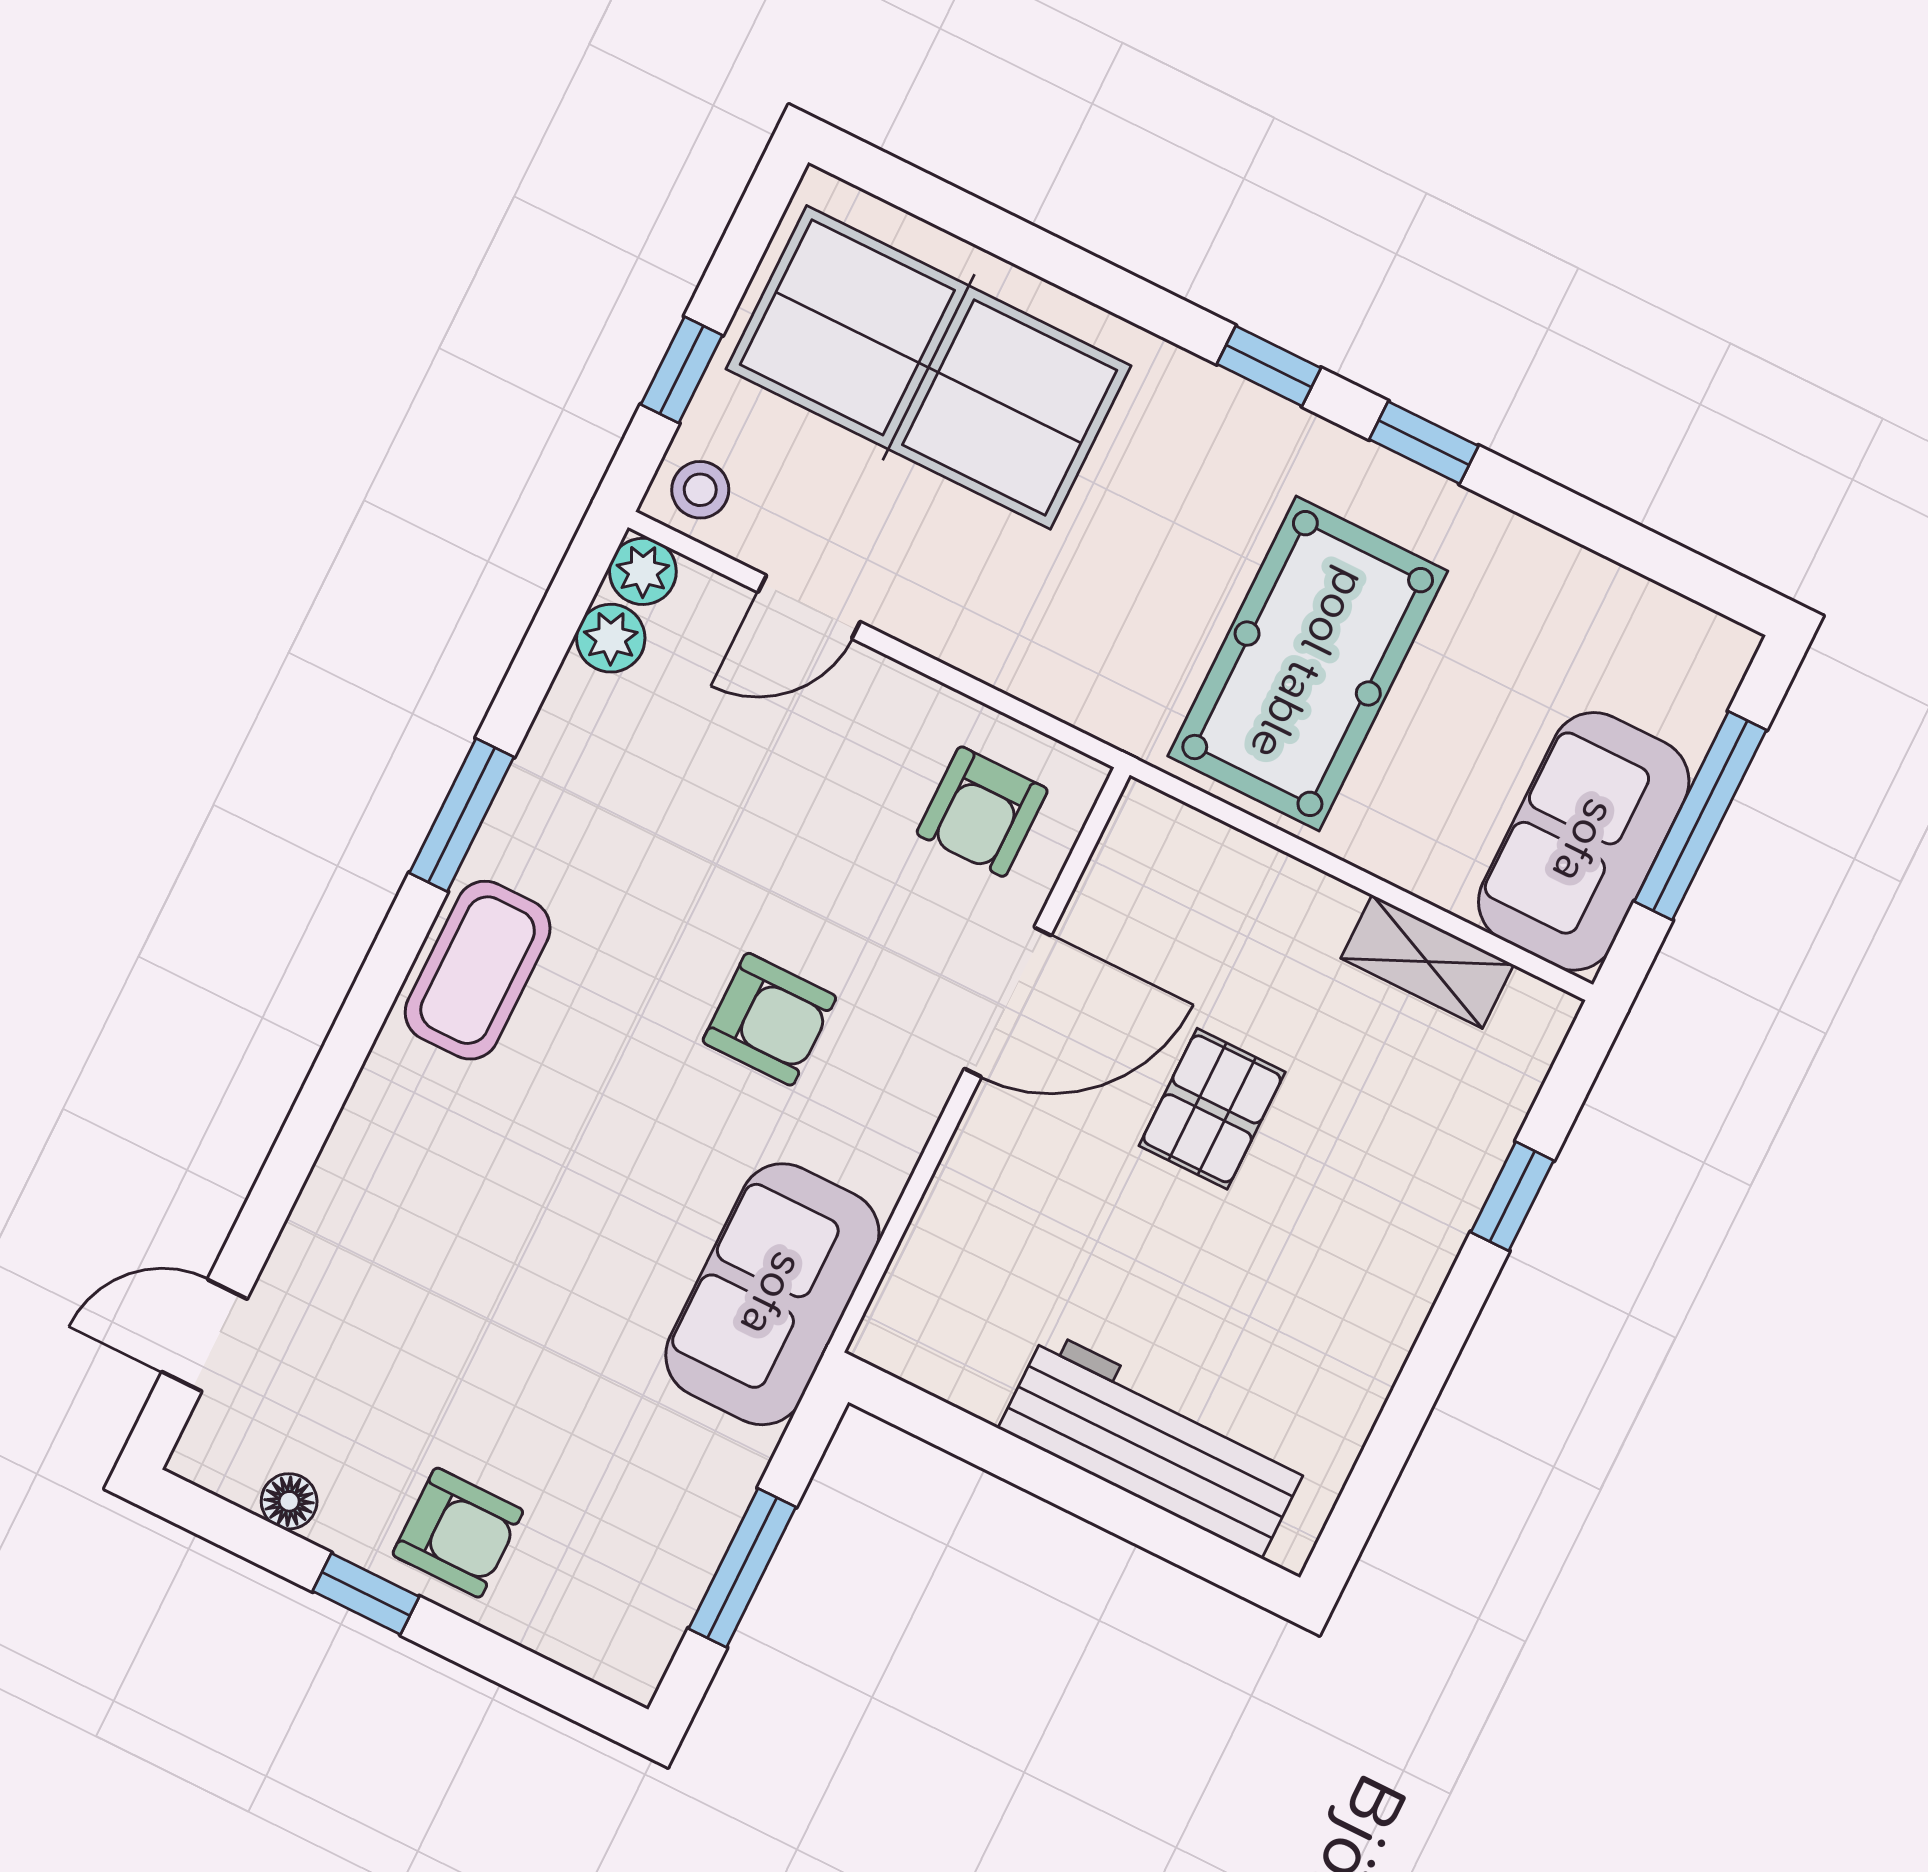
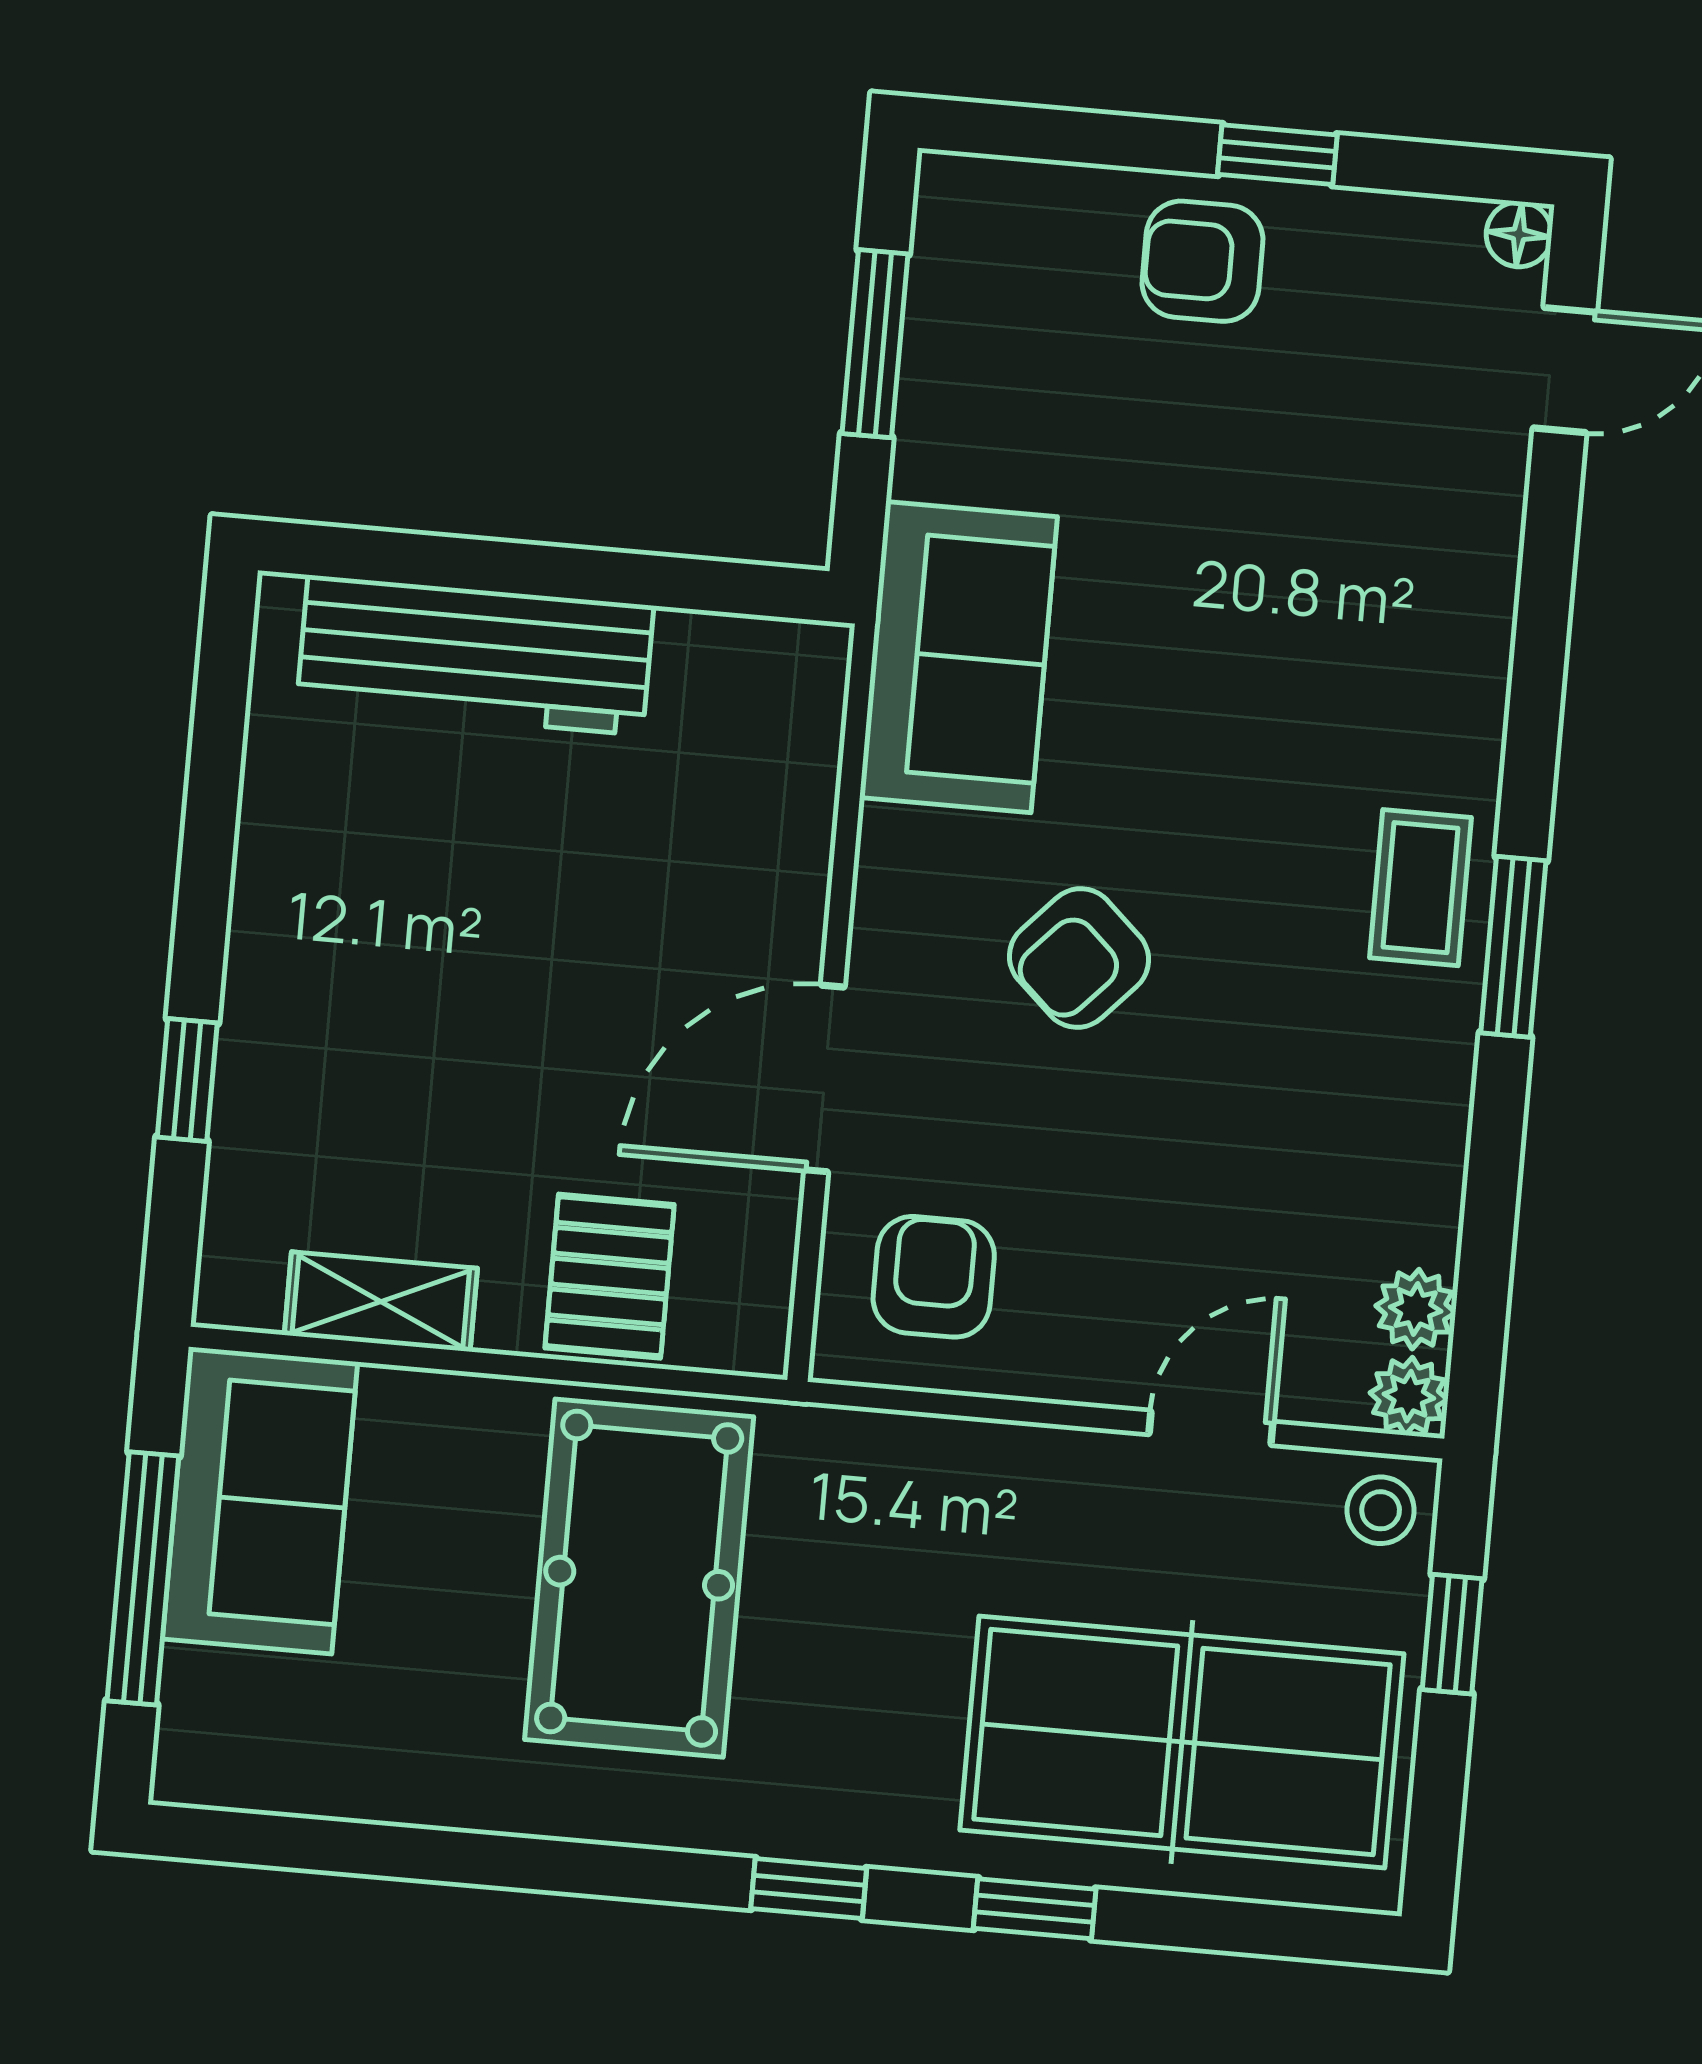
window: (1424, 443) -> (1035, 1909), moved
window: (462, 815) -> (1513, 947), moved
coffee table: (478, 970) -> (1420, 888), width x0.73, depth x0.77
armchair: (769, 1019) -> (1079, 958), turned -47
pallet: (1212, 1109) -> (610, 1276), moved
floor lamp: (289, 1501) -> (1519, 234), moved

